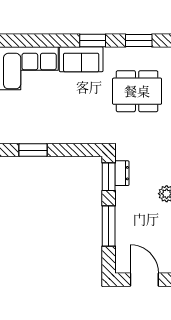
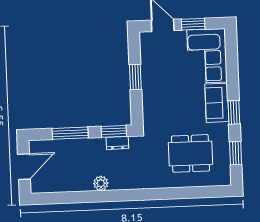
dining table: (137, 91) -> (191, 153), turned 90
window: (33, 150) -> (135, 77), moved

